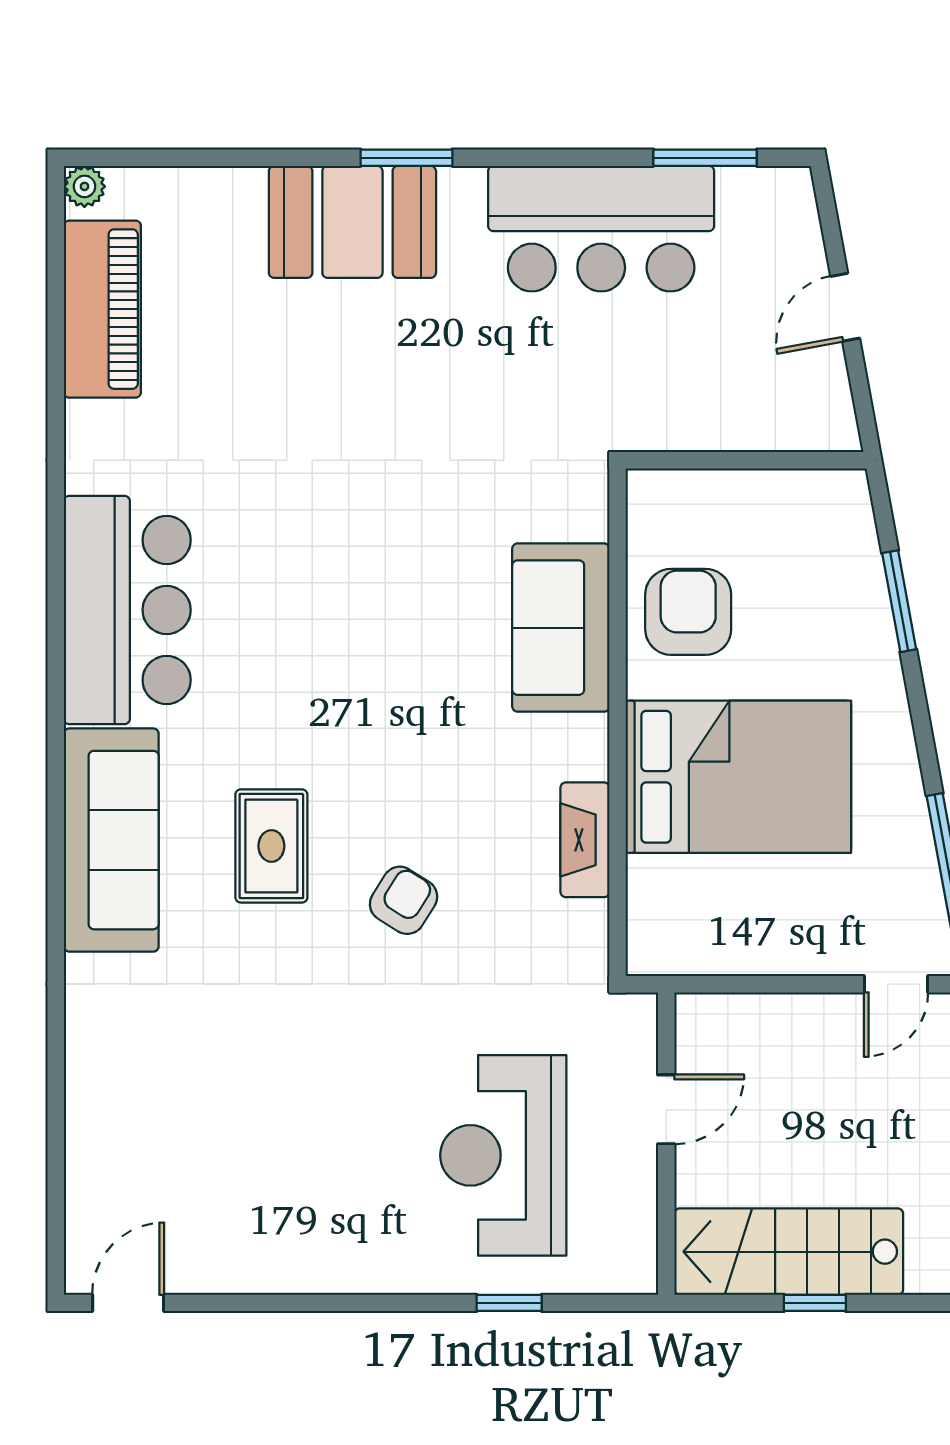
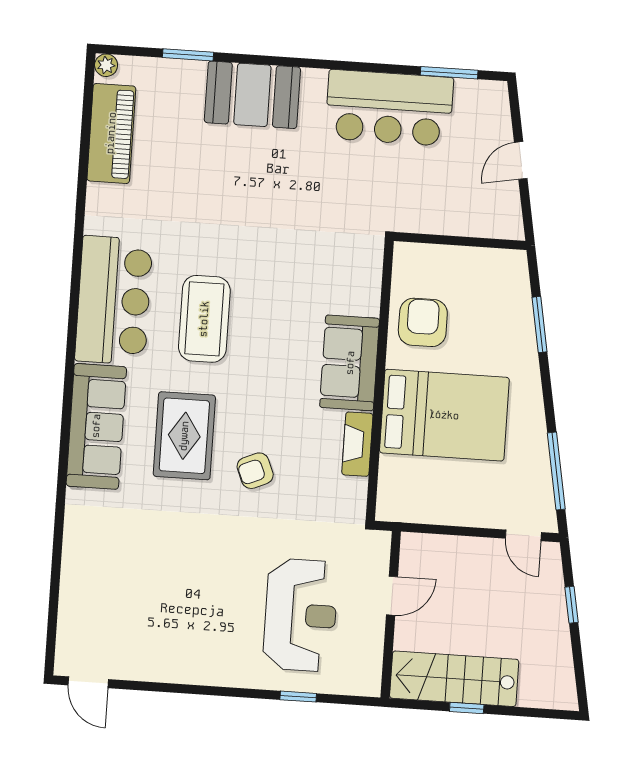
window: (406, 158) -> (188, 55), moved
sofa: (561, 628) -> (350, 363), moved
coffee table: (293, 632) -> (204, 319), added
rug: (271, 846) -> (184, 436), width x1.36, depth x1.43
armchair: (404, 900) -> (255, 471), turned -145
door: (896, 984) -> (523, 535), hinge flipped
reception desk: (503, 1155) -> (300, 615), turned 180
door: (128, 1303) -> (88, 682), swing flipped

